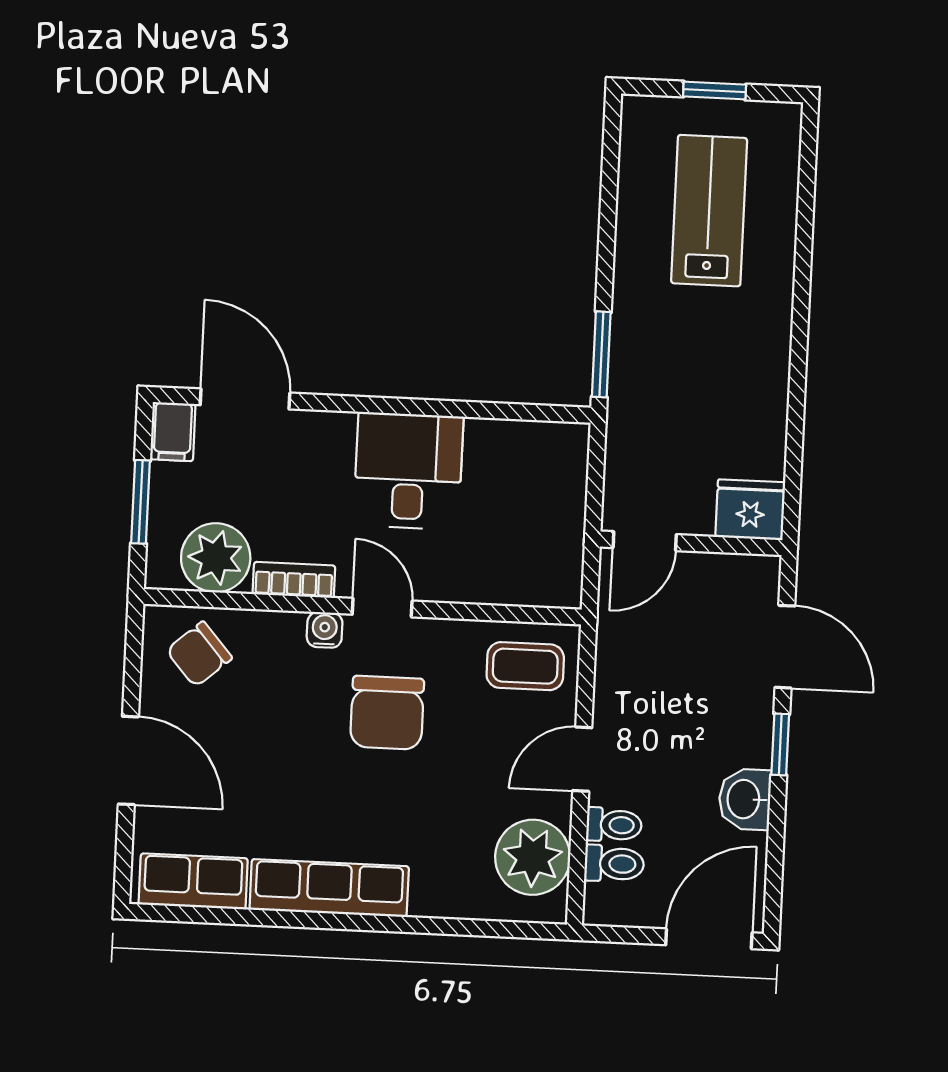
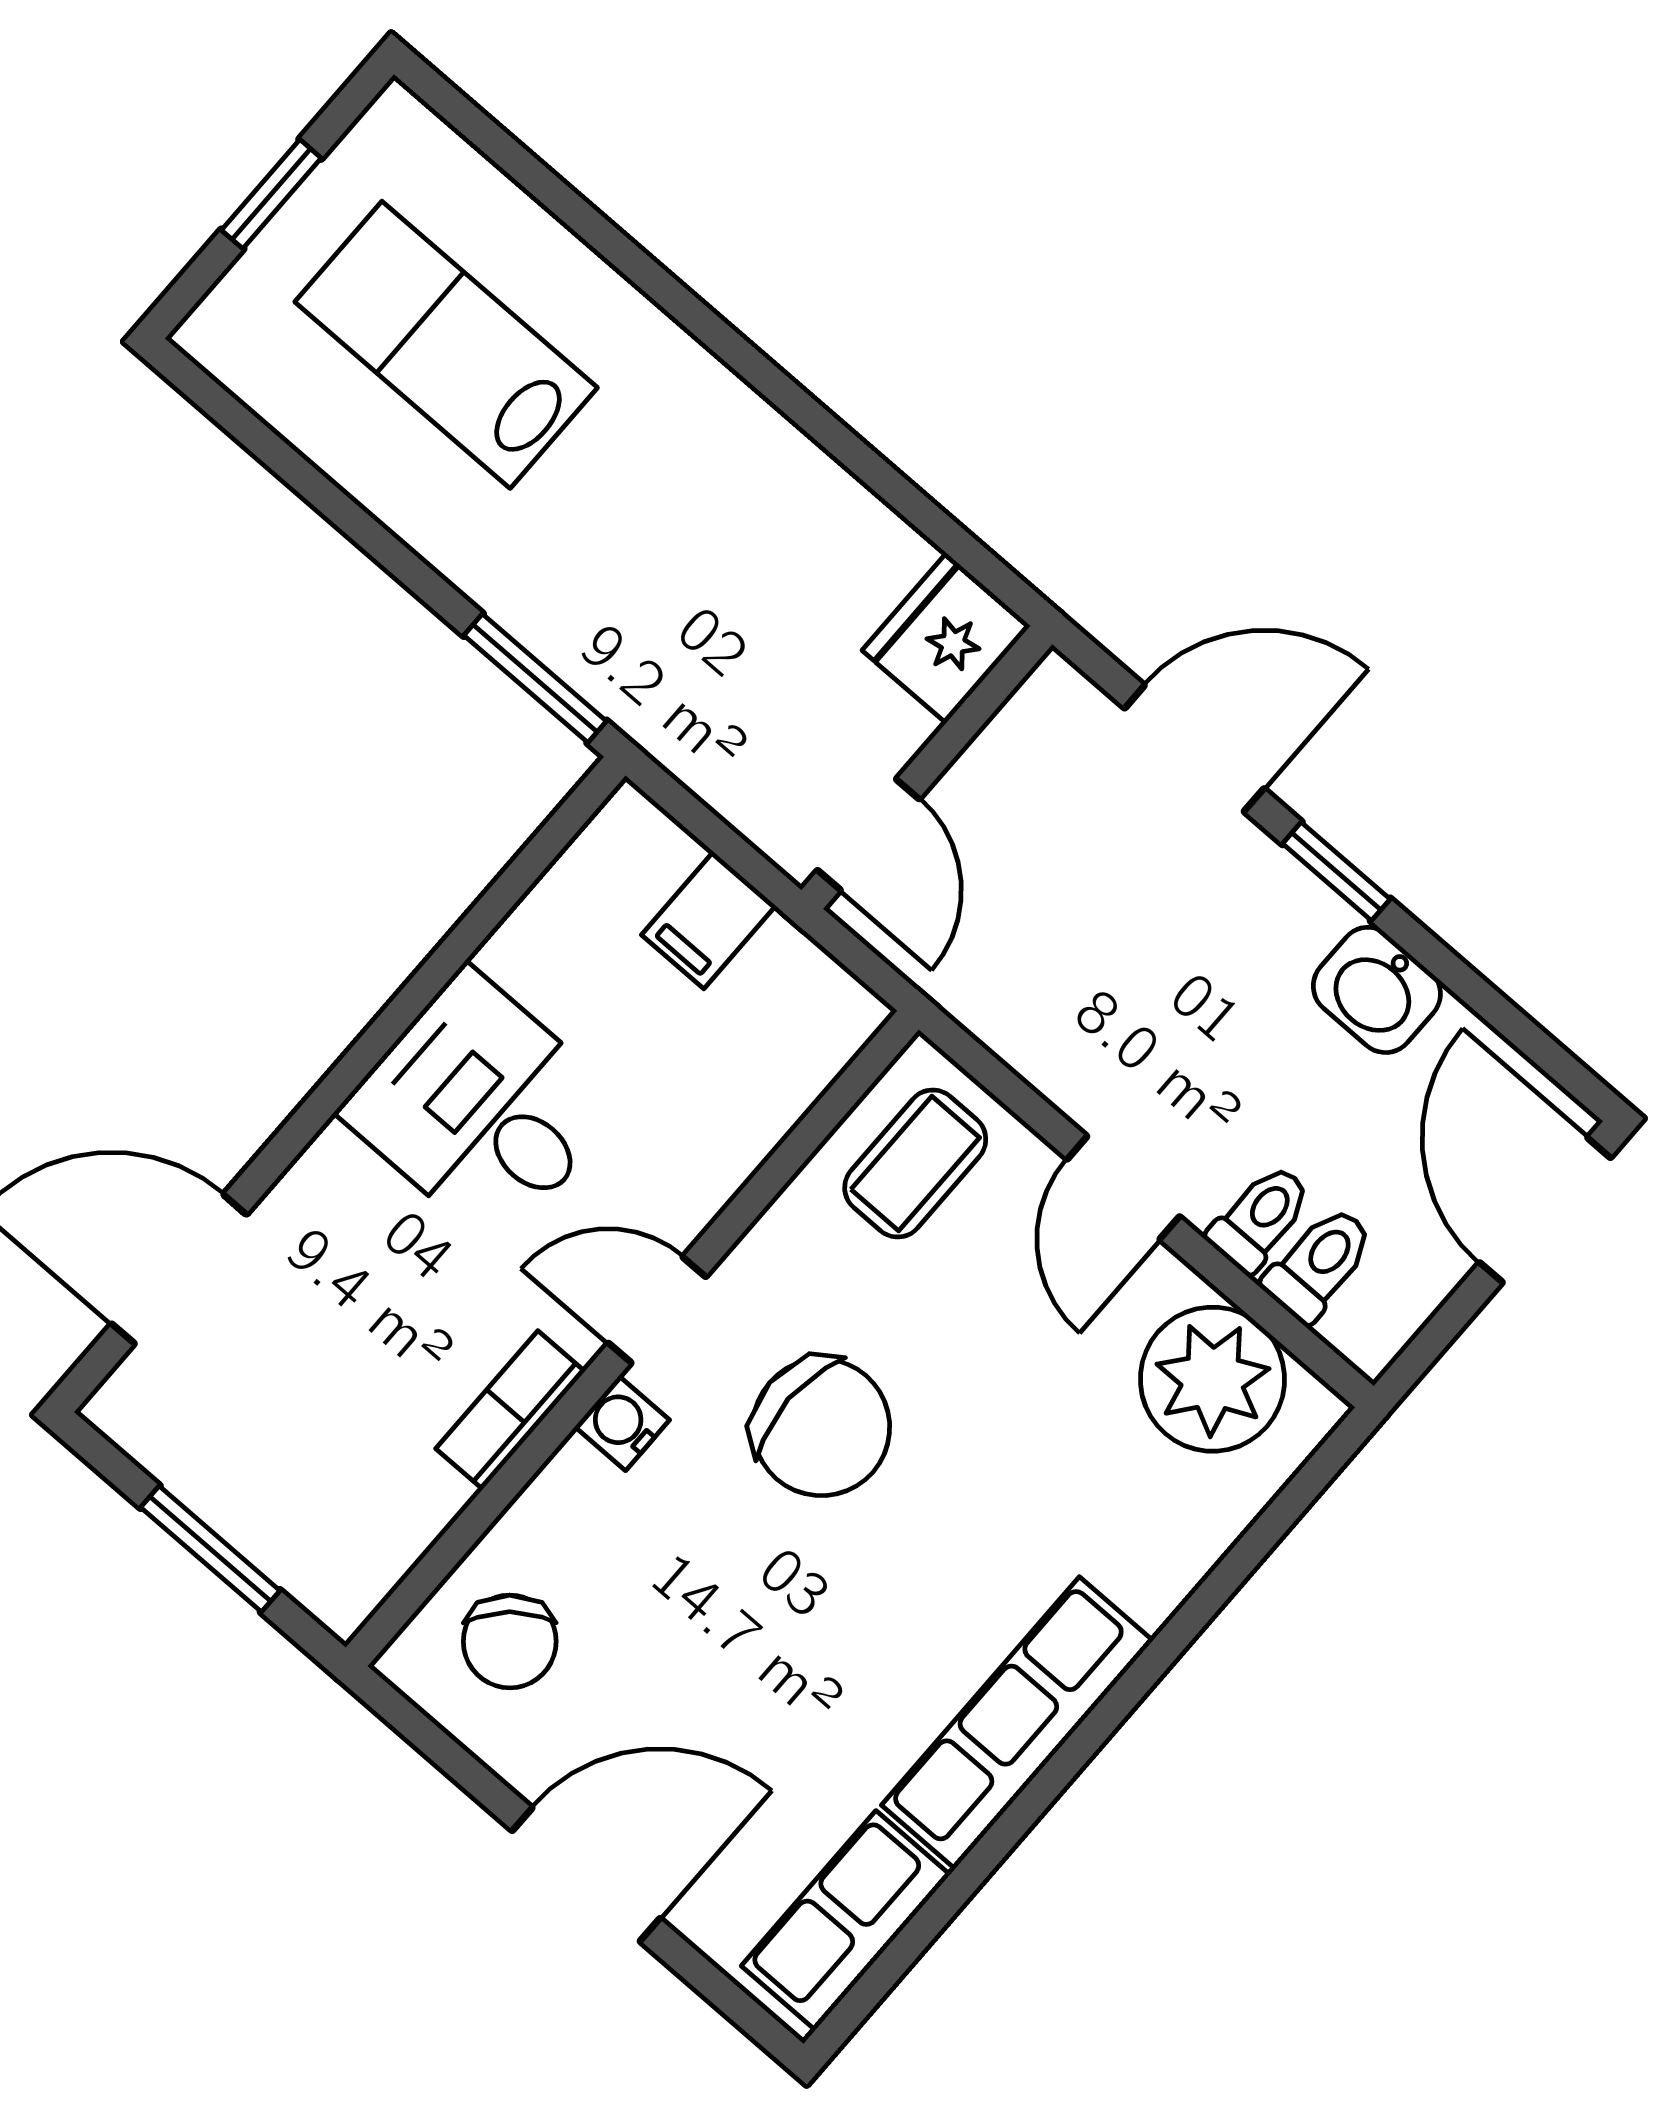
filing cabinet: (173, 432) -> (709, 920), moved, turned 90
plant: (216, 558) -> (384, 1502), removed

